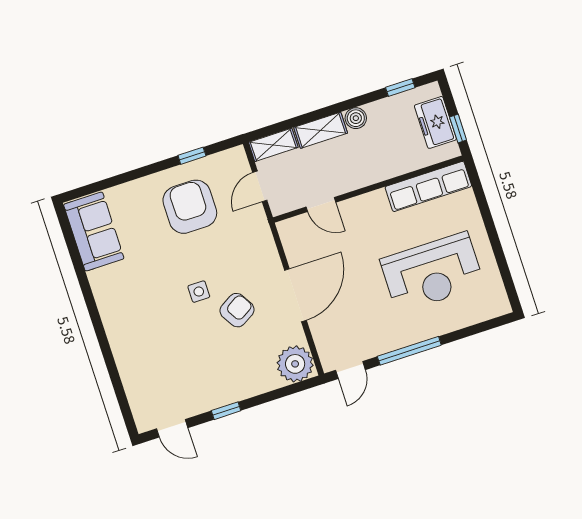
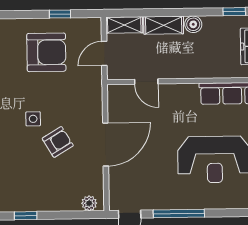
armchair: (190, 207) -> (46, 52), turned 90
plant: (295, 364) -> (89, 203), width x0.53, depth x0.53

